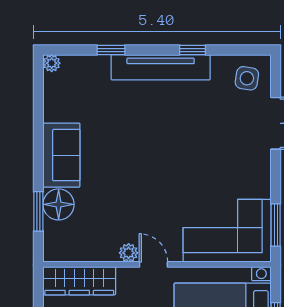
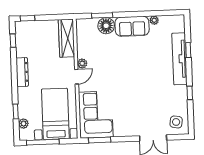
plant: (52, 63) -> (154, 20), moved
tv unit: (161, 67) -> (179, 59), moved

